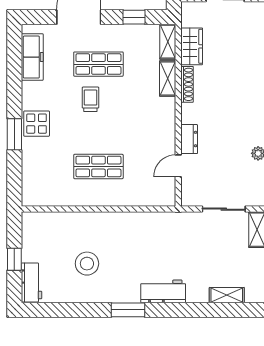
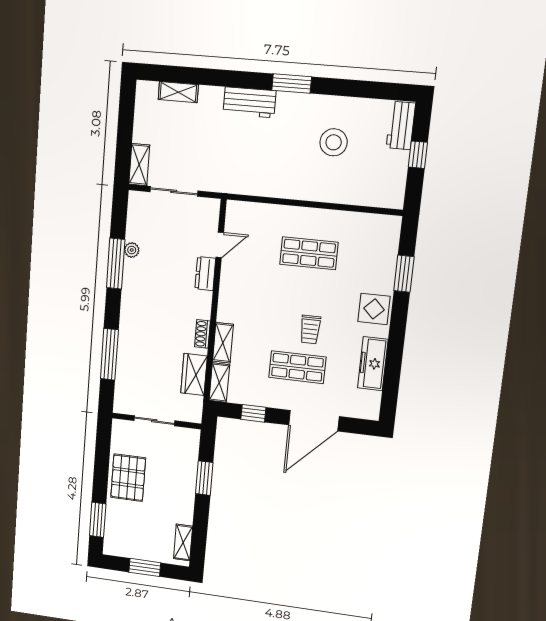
freezer: (32, 57) -> (373, 364), moved
shoe rack: (187, 84) -> (202, 334), width x0.70
window: (14, 134) -> (404, 274), moved

